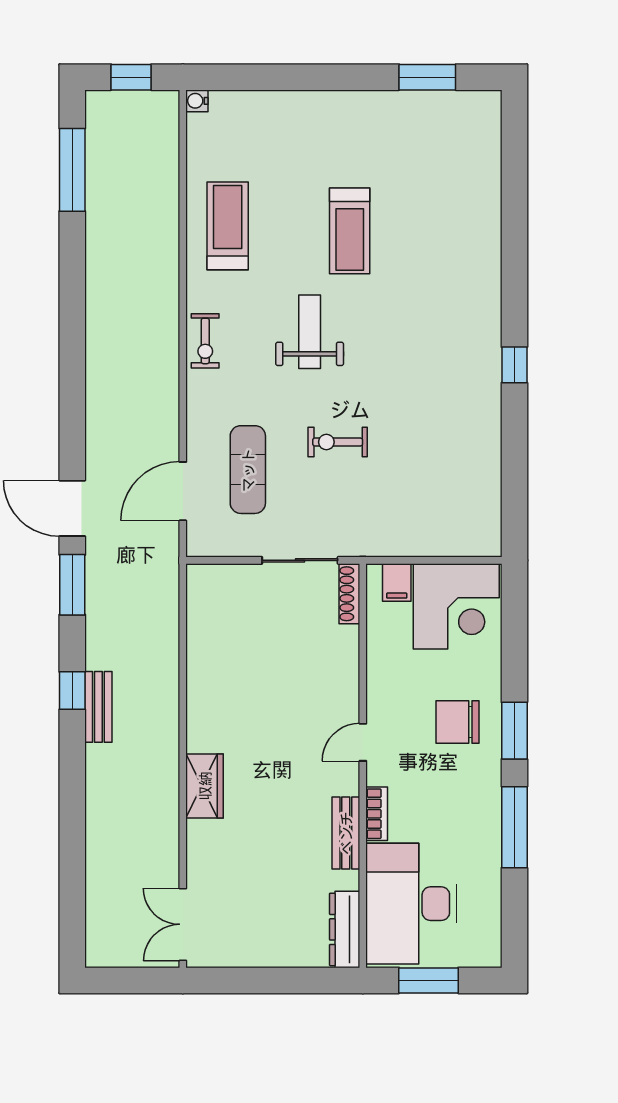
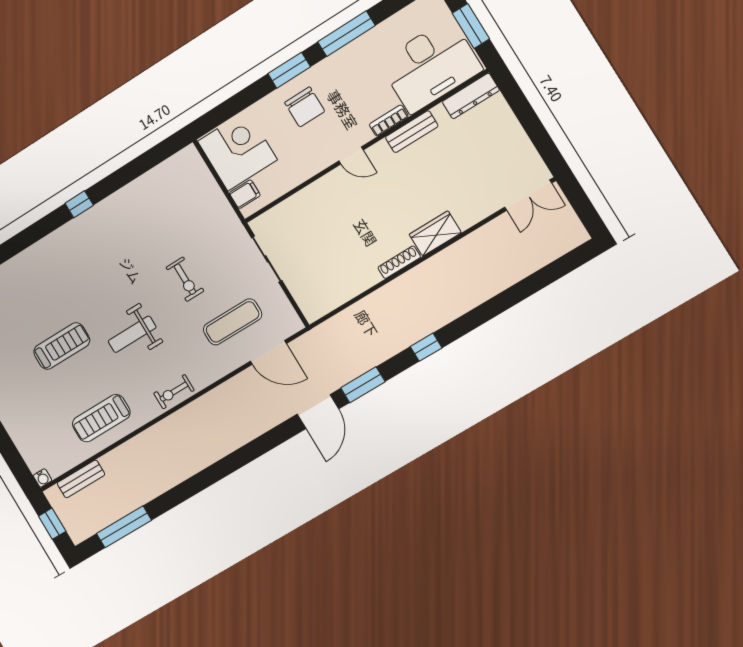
exercise bike: (205, 341) -> (174, 392), turned 180
shoe rack: (349, 594) -> (399, 262), moved, turned 180
bench: (98, 707) -> (81, 479), moved

